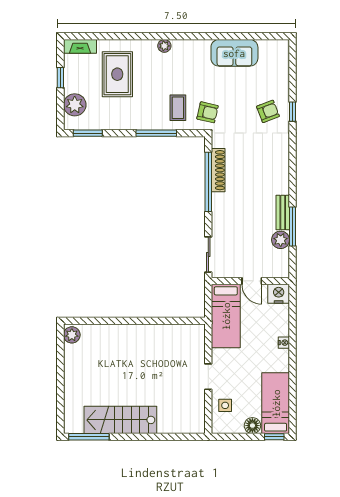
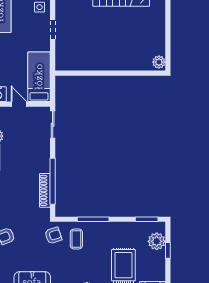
window: (60, 78) -> (168, 250), moved
armchair: (207, 112) -> (53, 235), turned 149

